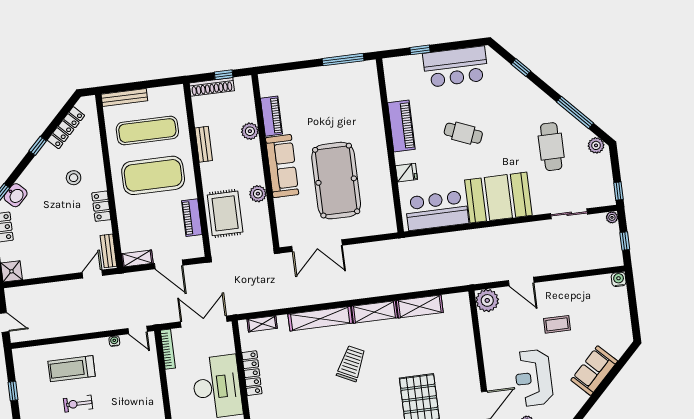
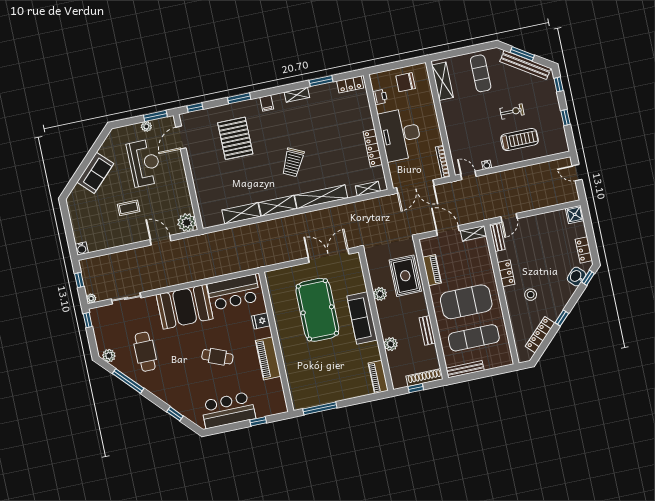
bench: (124, 97) -> (465, 369), moved
piano: (271, 116) -> (378, 377), moved

